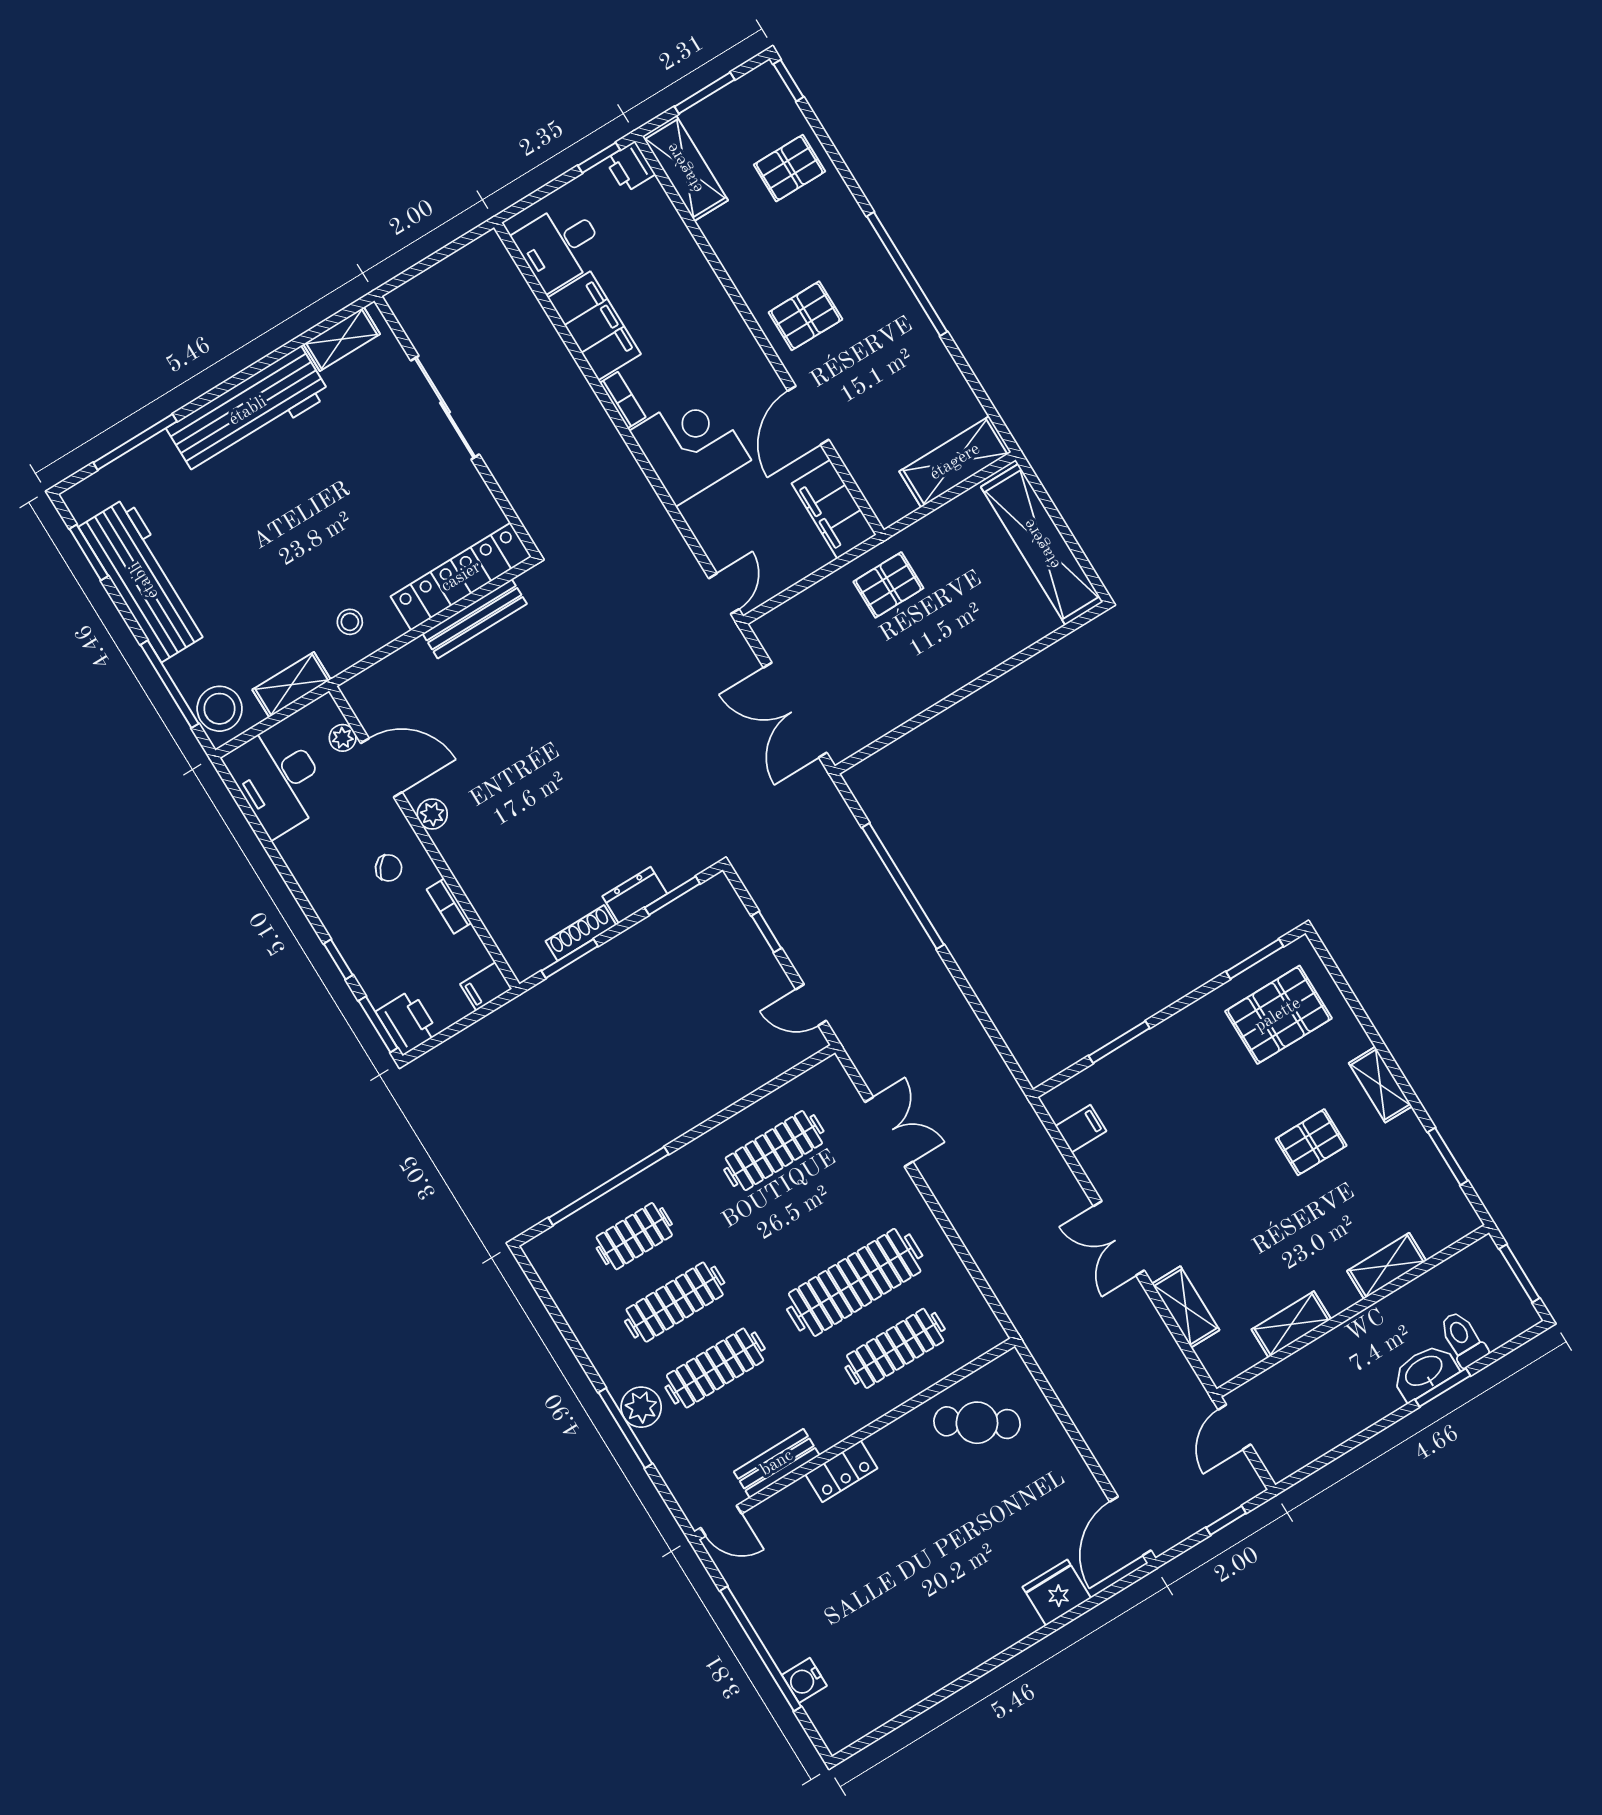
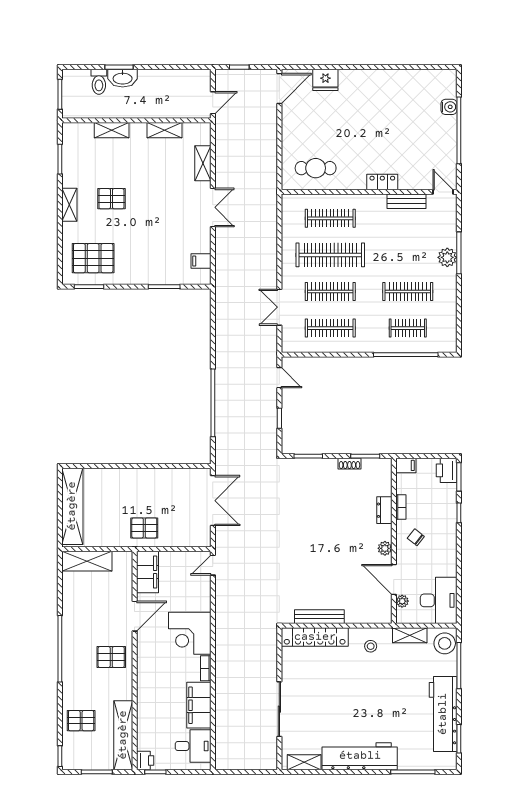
shelving: (685, 168) -> (123, 735), width x1.47
dresser: (635, 895) -> (384, 510), moved, turned 90
shoe rack: (581, 933) -> (349, 464), width x0.70
clothes rail: (715, 1368) -> (330, 292), moved
cafe table: (977, 1423) -> (316, 168), turned -34

